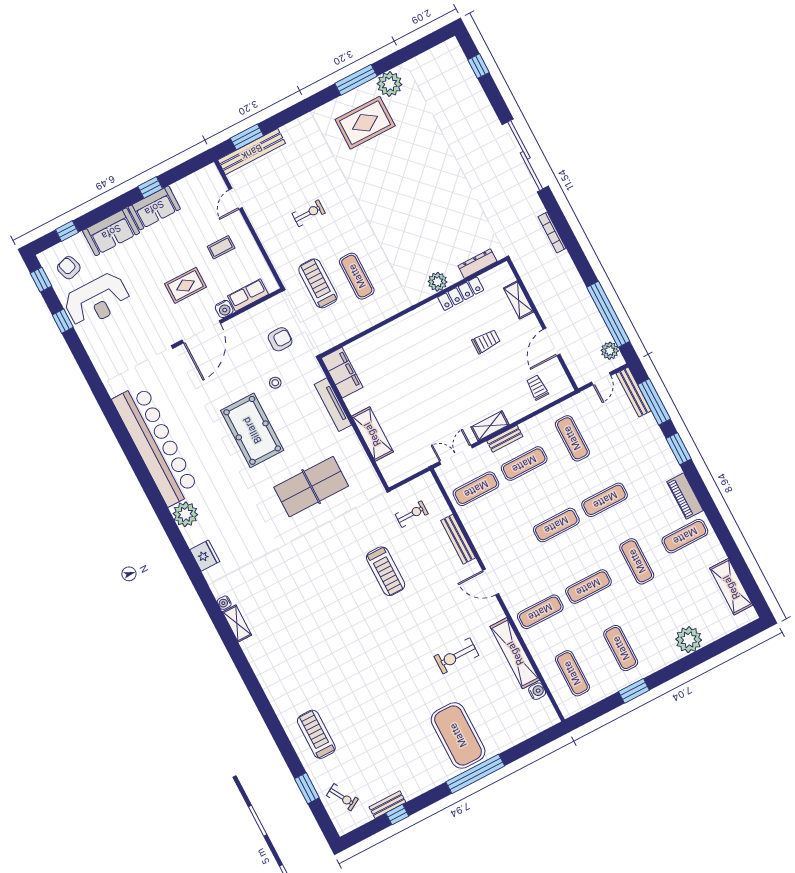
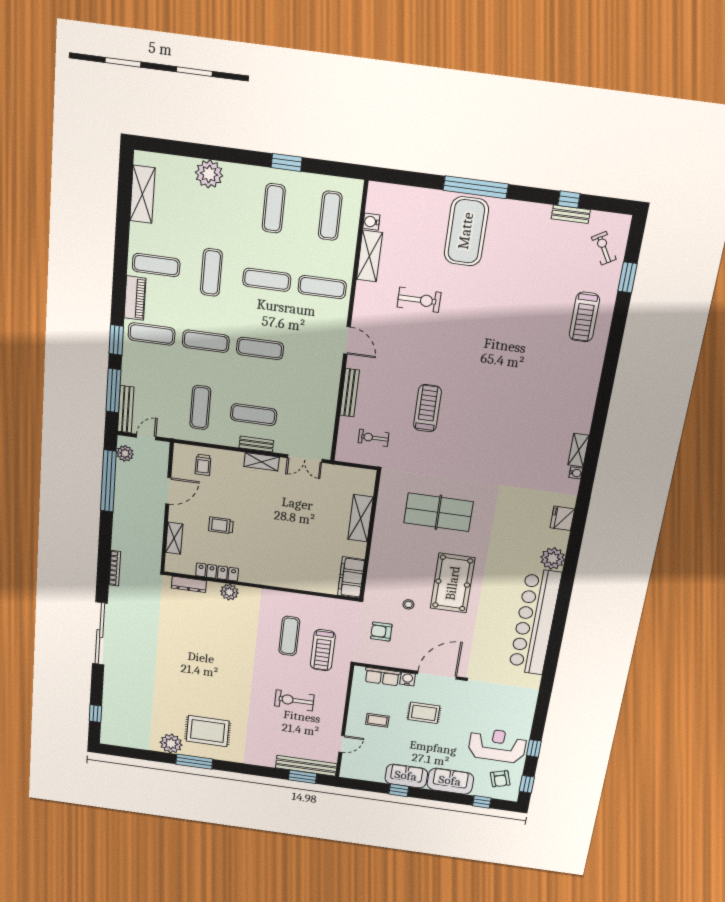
exercise bike: (309, 213) -> (294, 700), width x1.38, depth x1.39
tv unit: (333, 405) -> (376, 560), removed
exercise mat: (476, 489) -> (152, 334), moved
shelving: (515, 653) -> (369, 256), width x0.68

